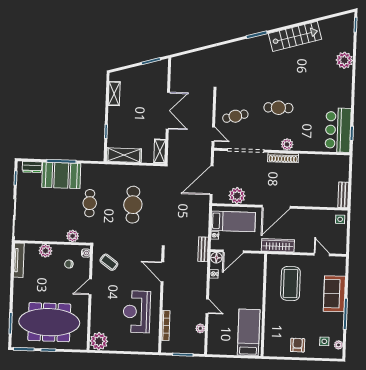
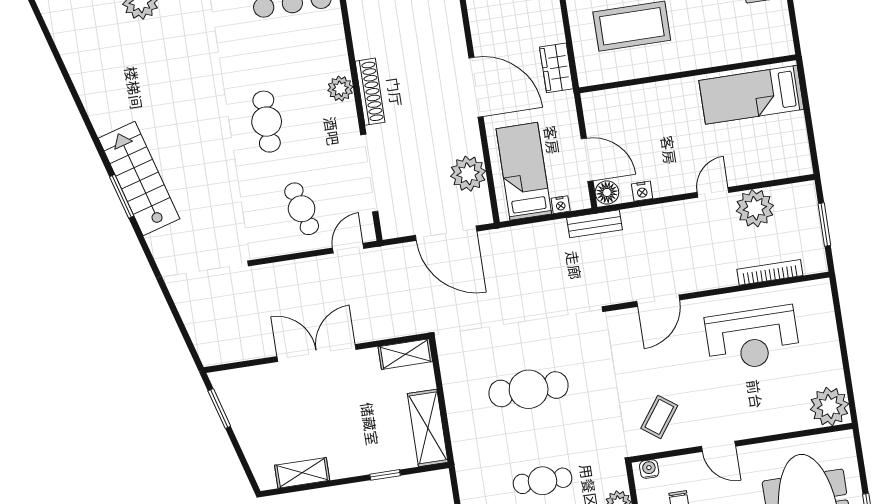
stairs: (295, 36) -> (139, 178), moved
wardrobe: (278, 245) -> (556, 68), width x0.67
plant: (200, 328) -> (755, 208), width x1.87, depth x1.87

